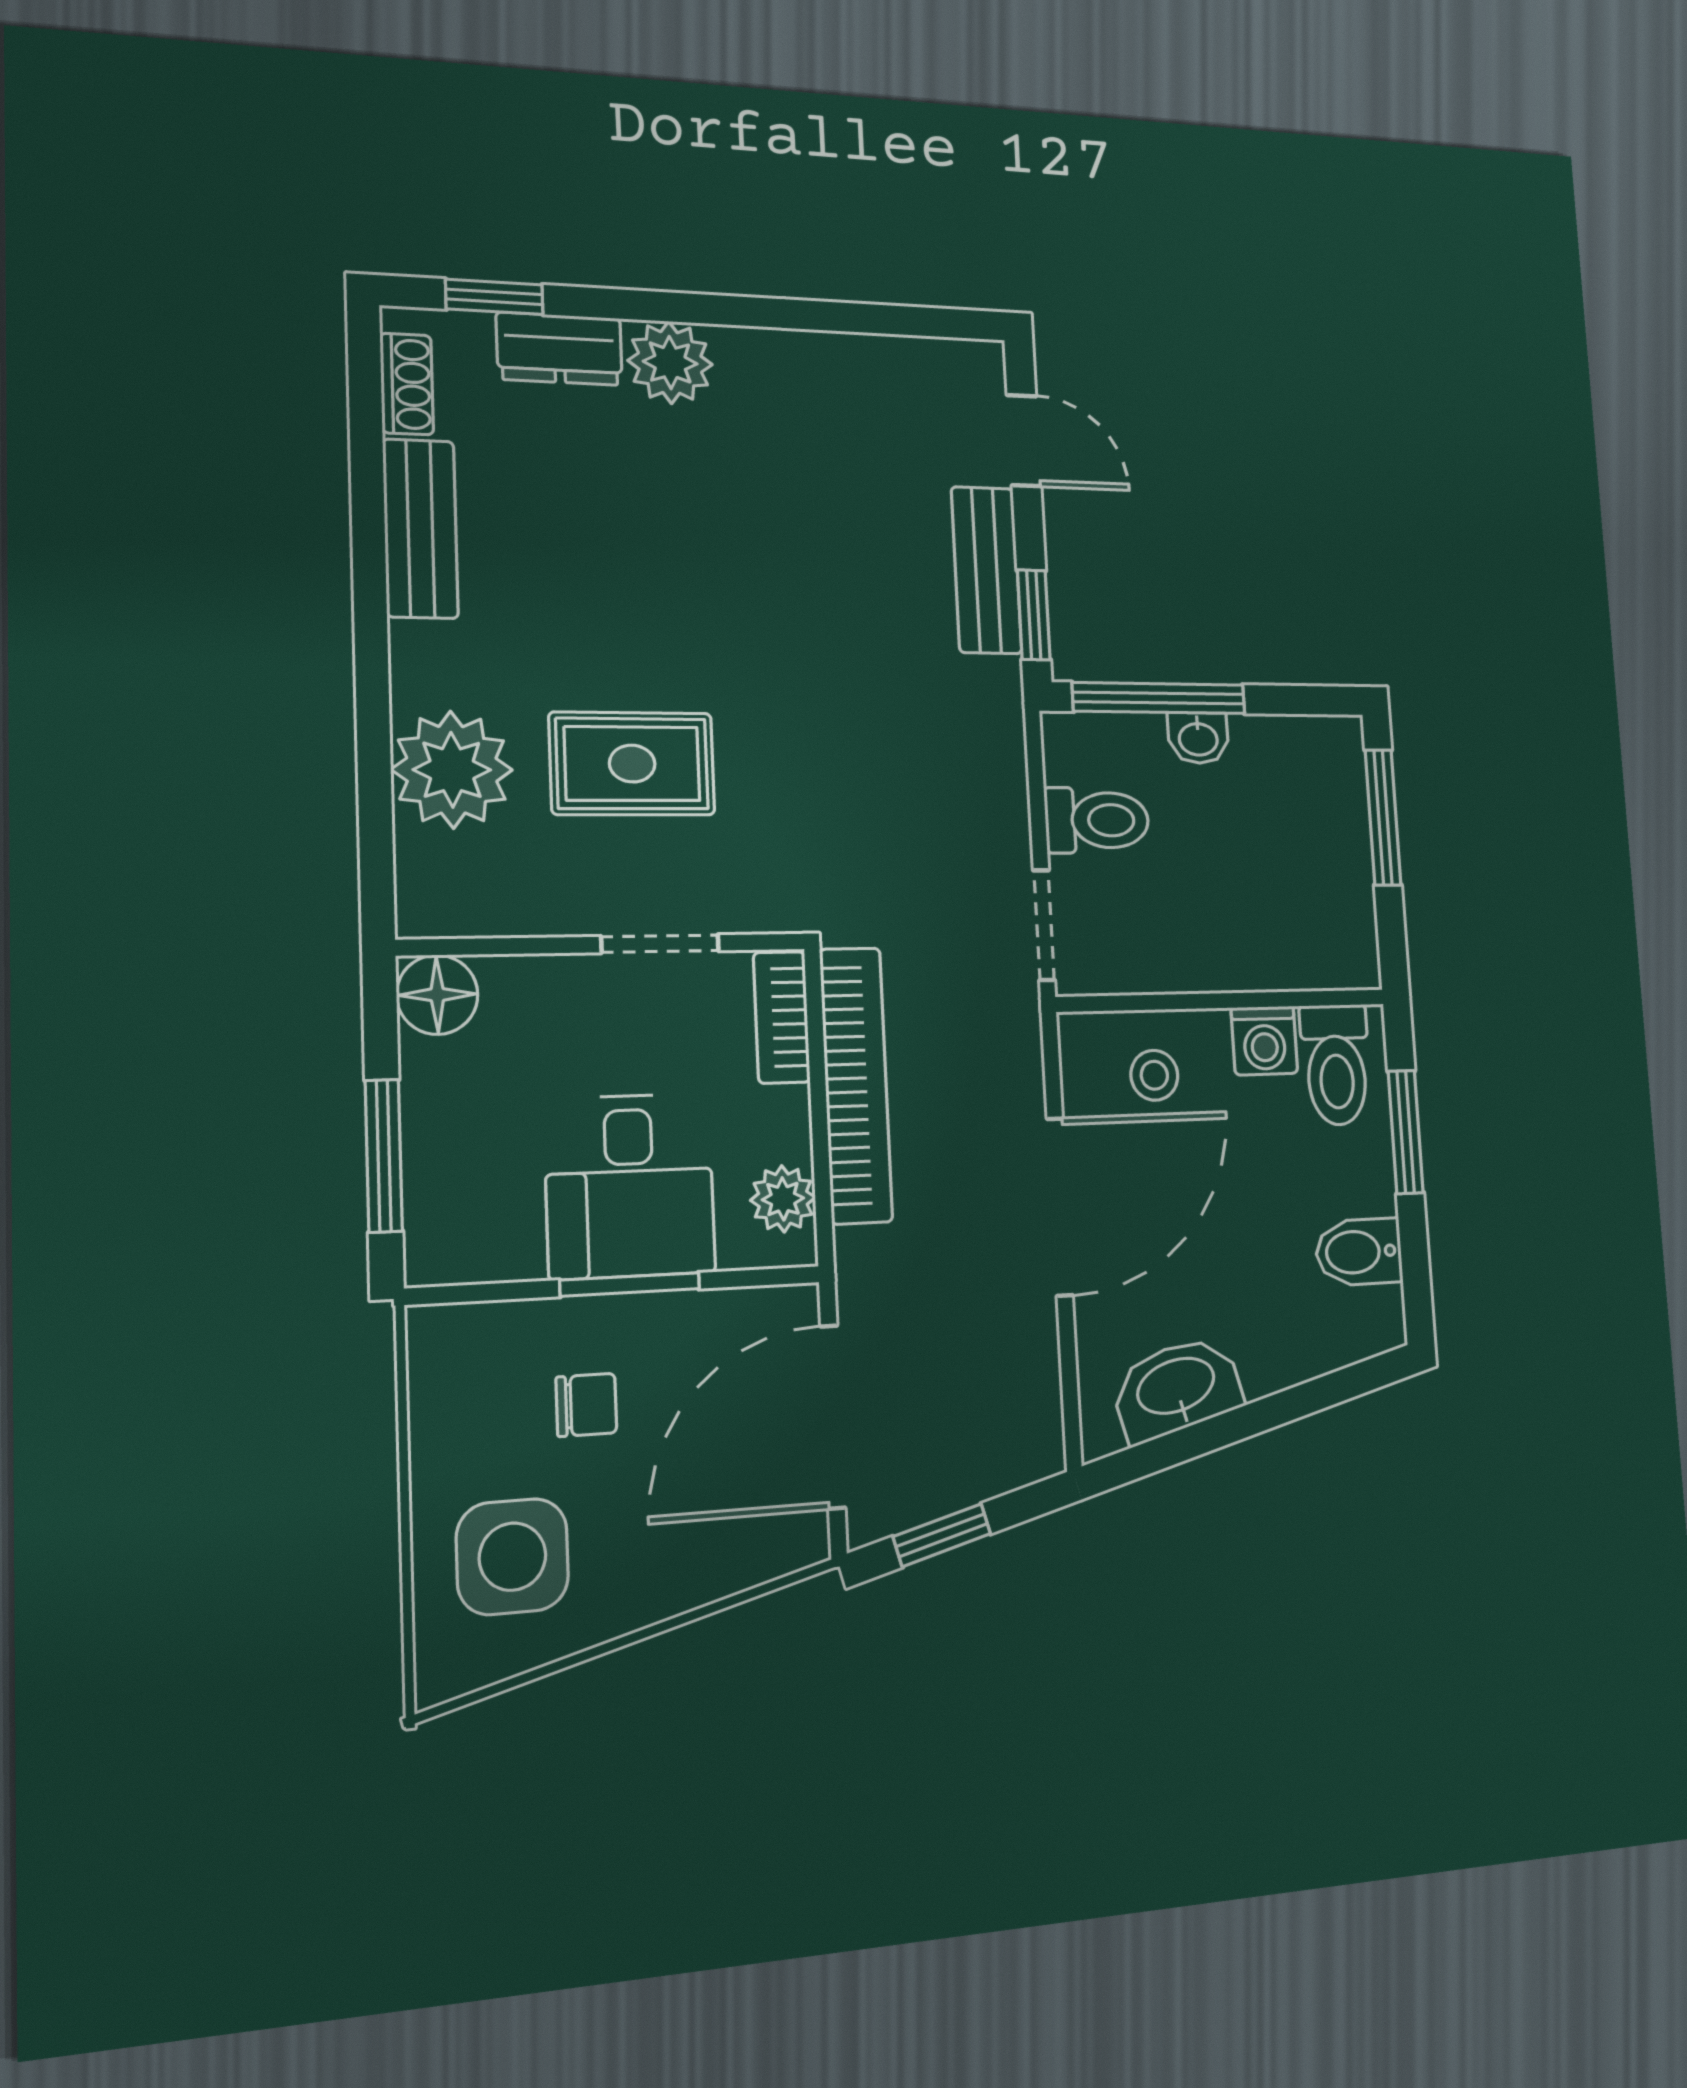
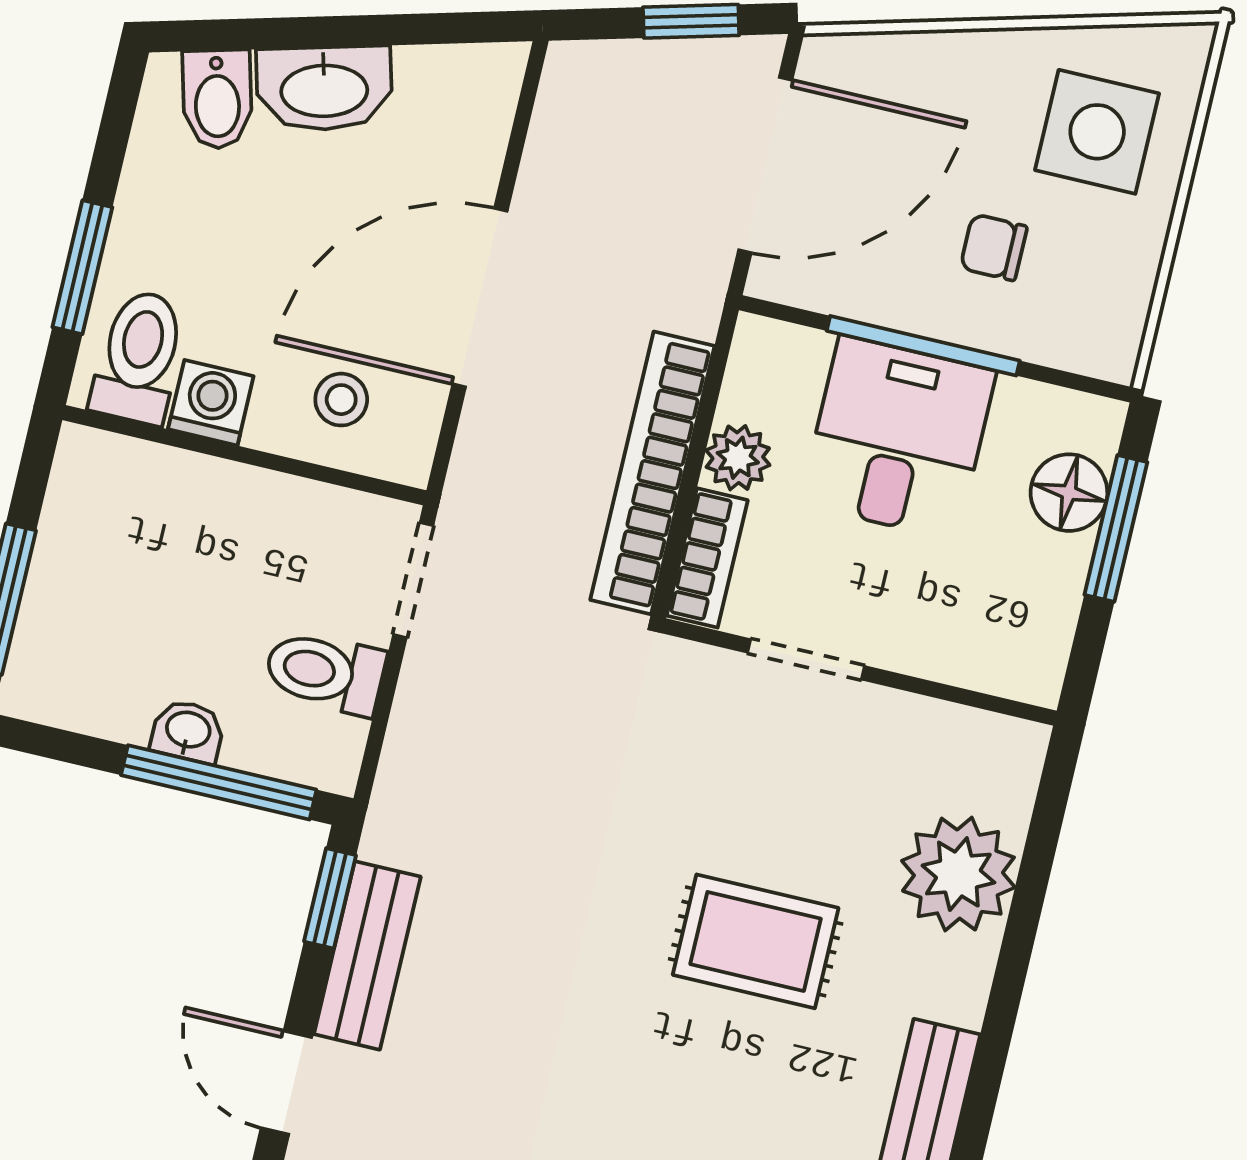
rug: (632, 764) -> (756, 941), moved
floor lamp: (437, 995) -> (1069, 493), moved
plant: (783, 1199) -> (738, 458), moved
bidet: (1359, 1252) -> (217, 99), moved, turned 75
window: (630, 1284) -> (923, 346), width x1.44
washbasin: (1177, 1388) -> (324, 88), moved

